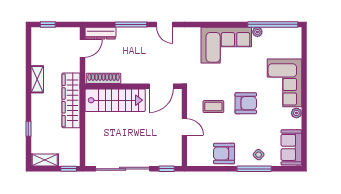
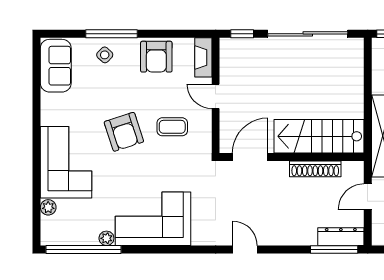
window: (131, 24) -> (334, 249), moved
door: (83, 48) -> (368, 197), moved
shoe rack: (104, 78) -> (315, 169), moved
armchair: (246, 103) -> (124, 132), turned -108
plant: (296, 113) -> (48, 207), moved
fireplace: (193, 153) -> (203, 57), added
armchair: (224, 153) -> (156, 57), turned 90

